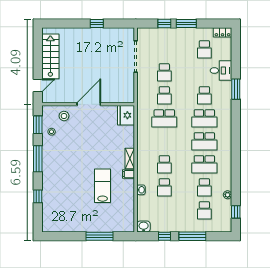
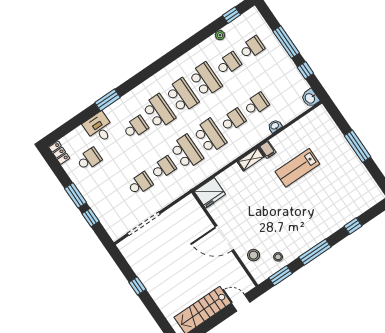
school desk: (164, 141) -> (210, 136), added
window: (99, 236) -> (357, 146), moved

